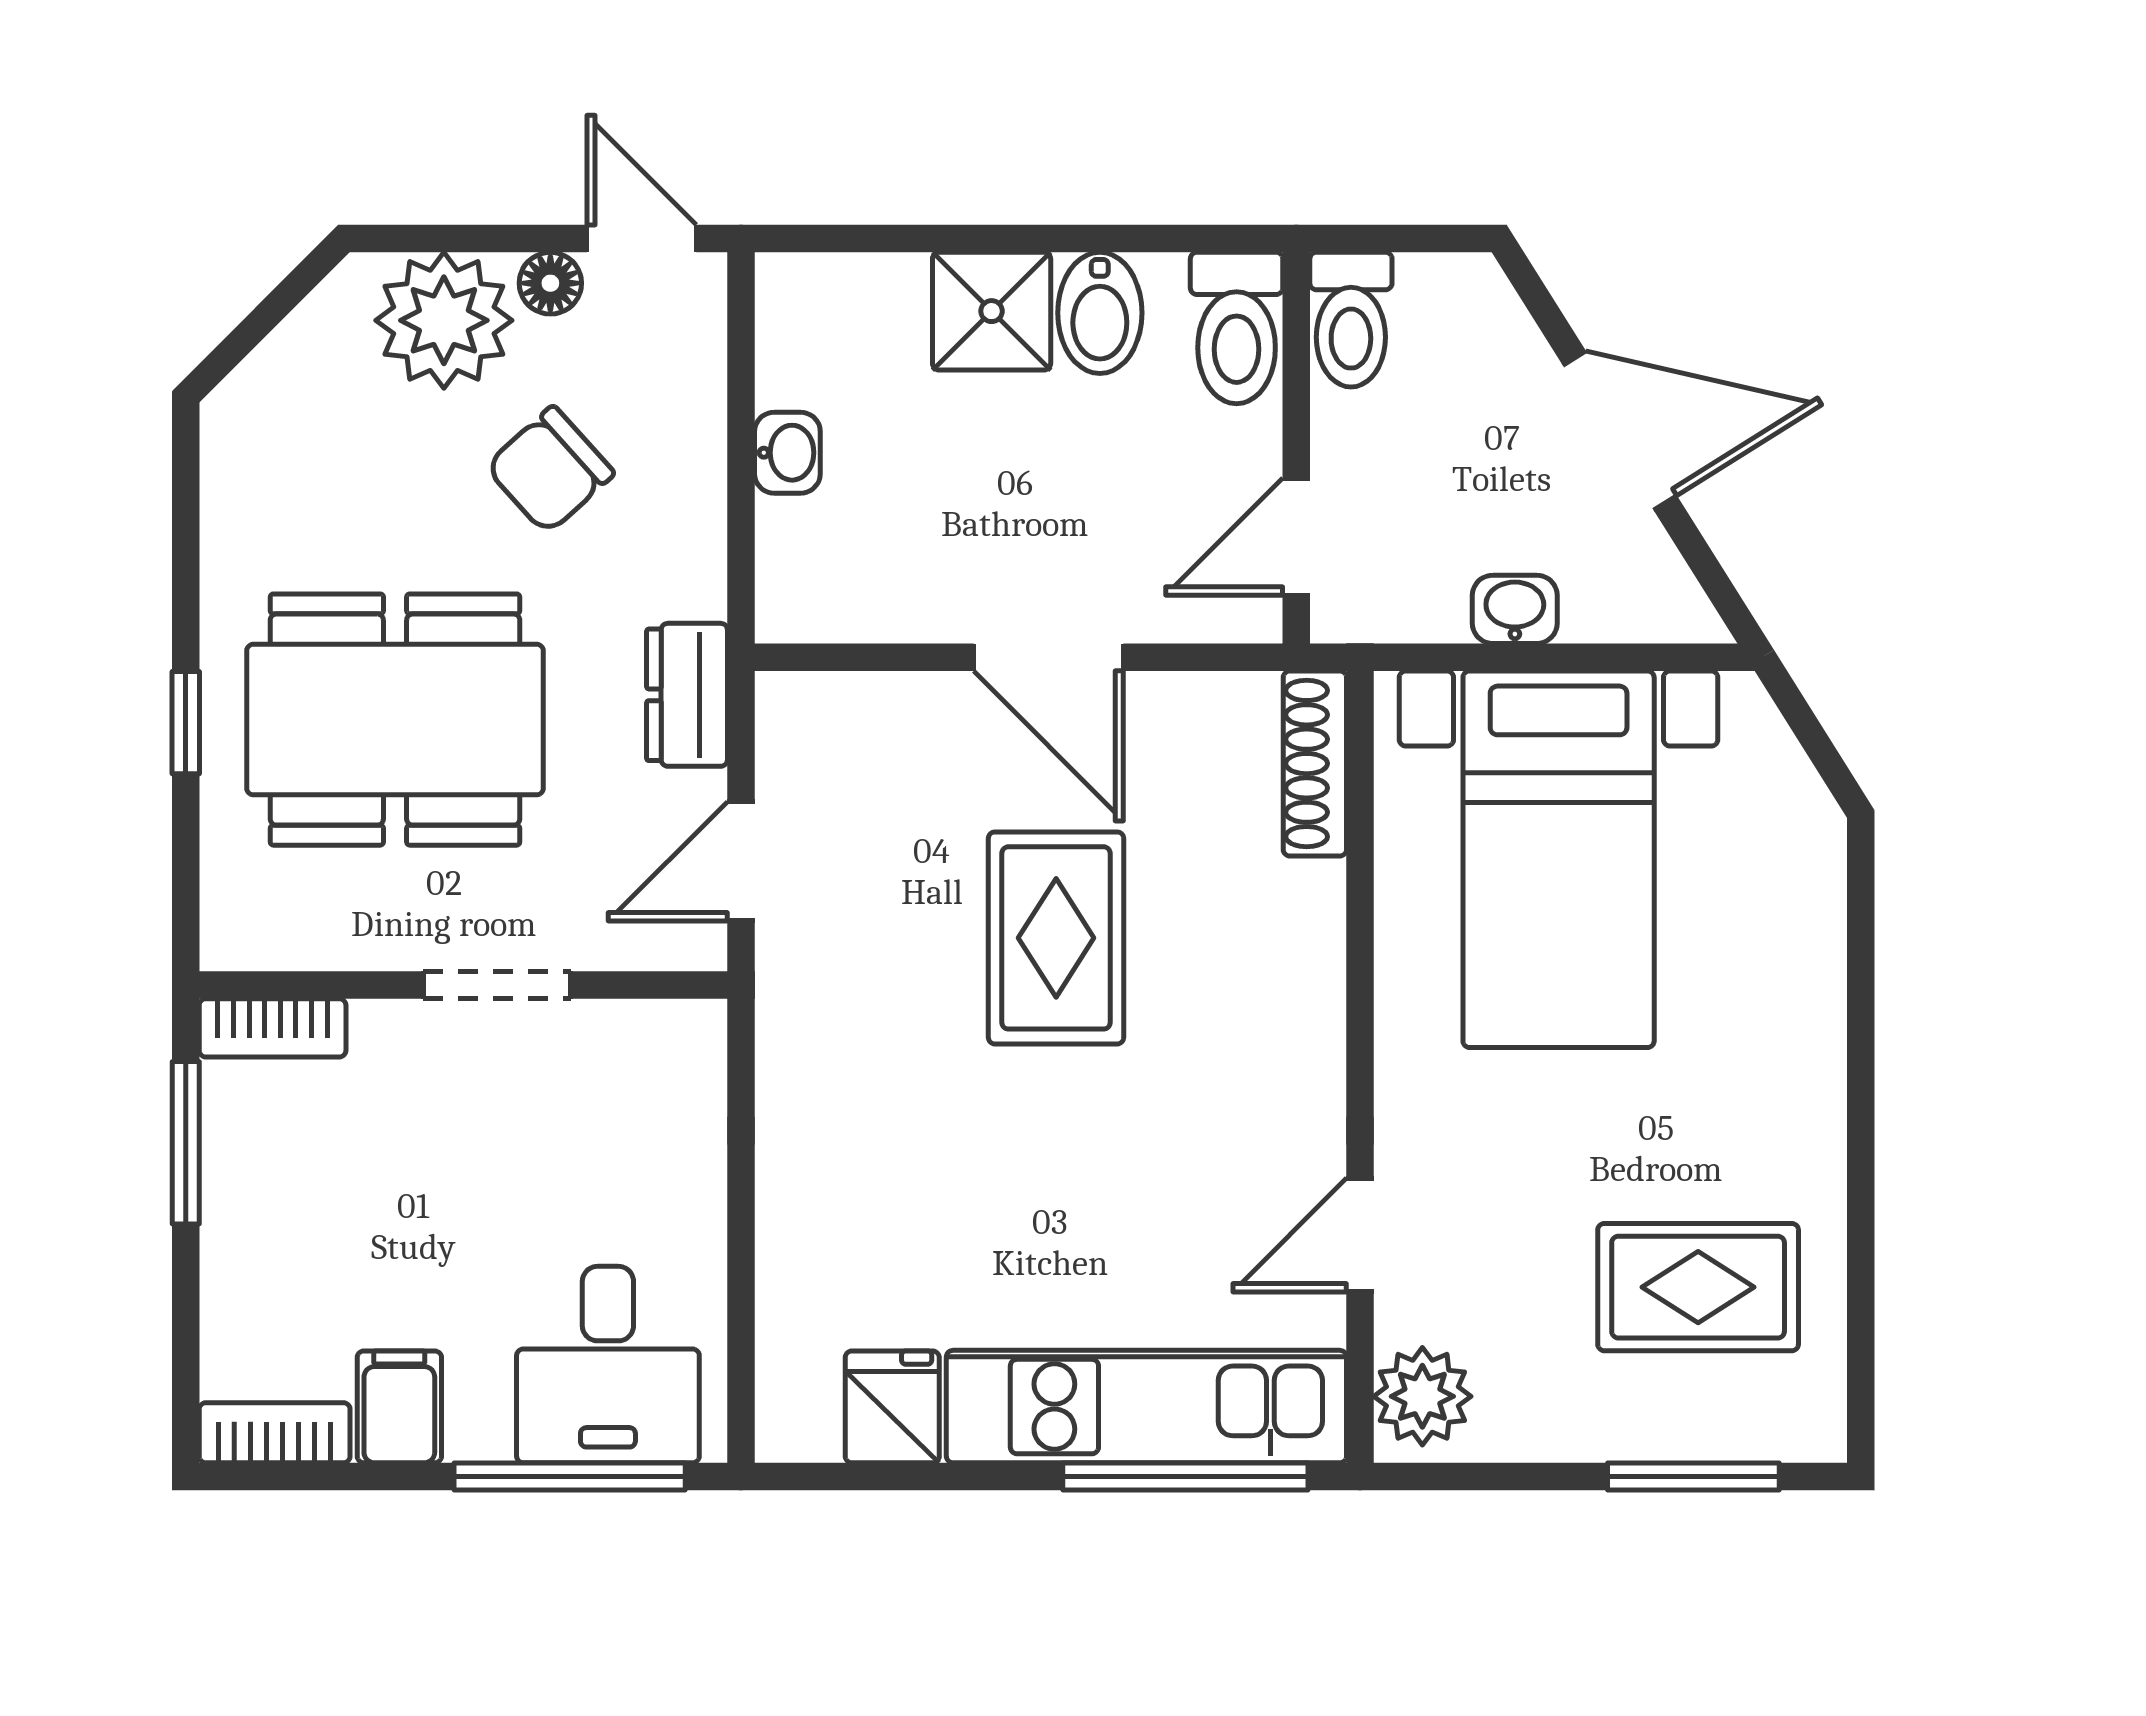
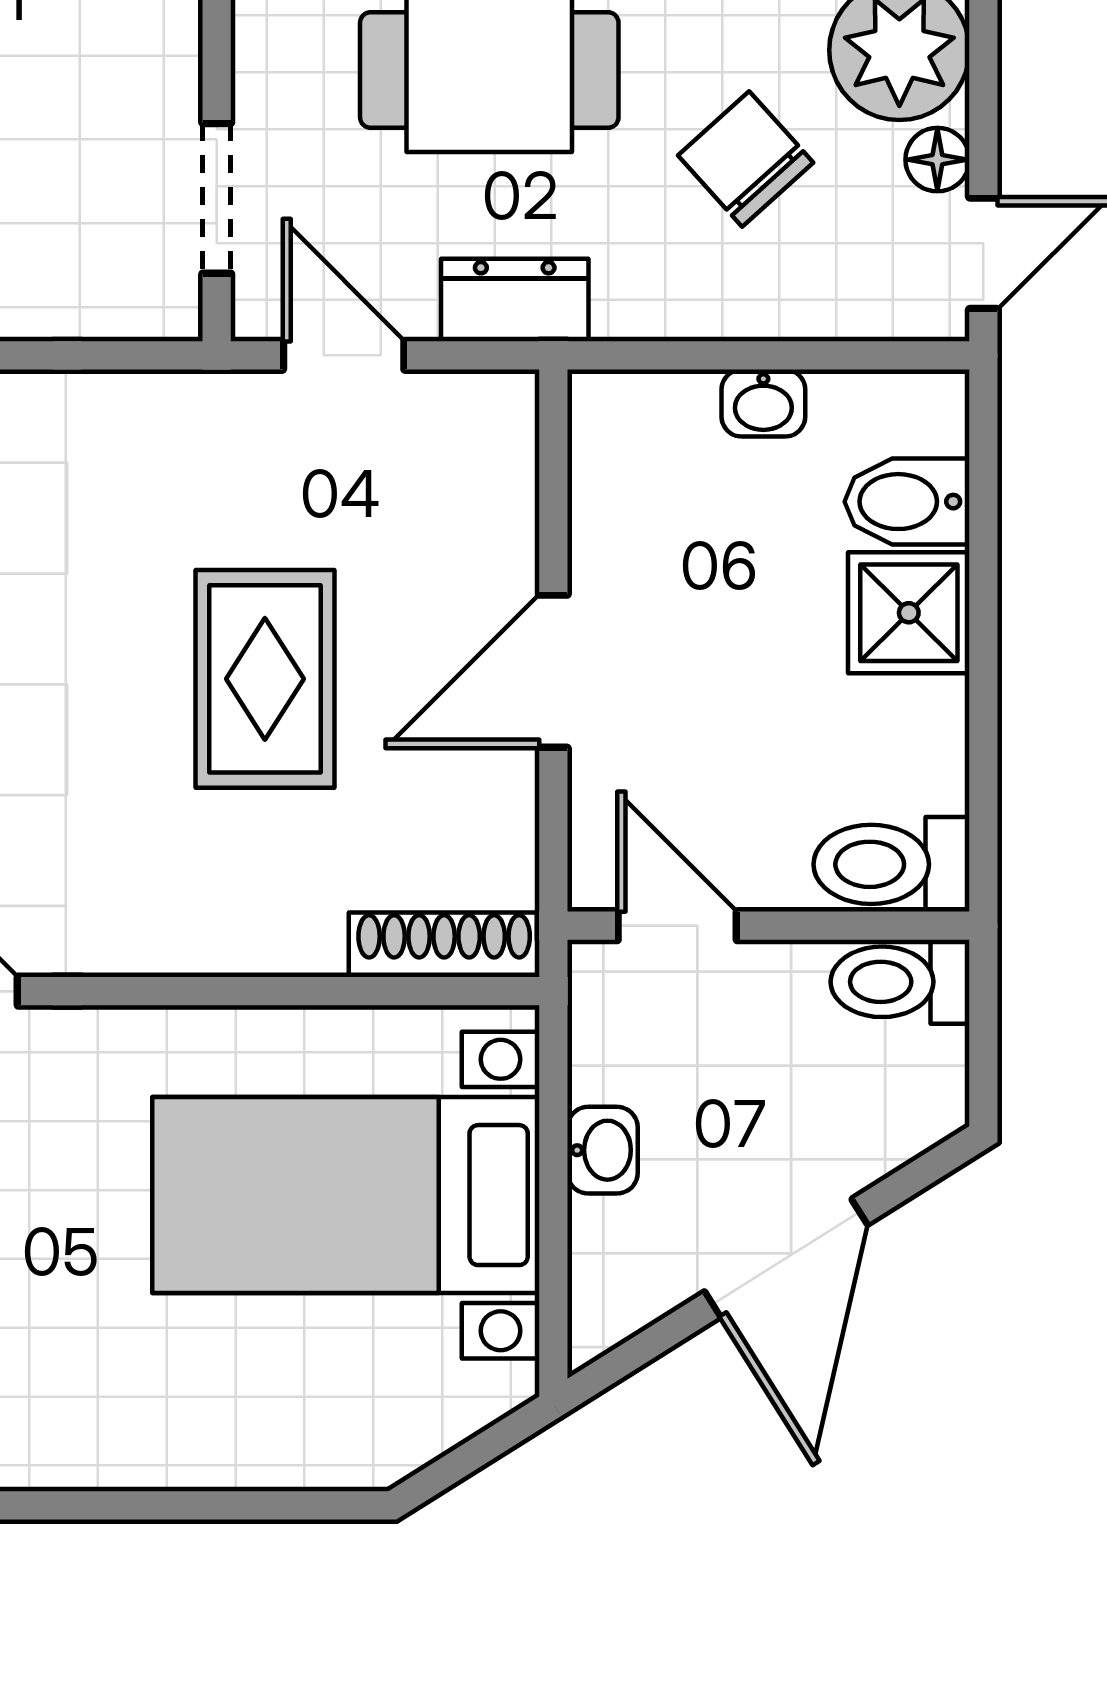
bidet: (1100, 313) -> (907, 502), moved
rug: (1056, 938) -> (265, 679), turned 90
doorway: (497, 985) -> (217, 198), moved

